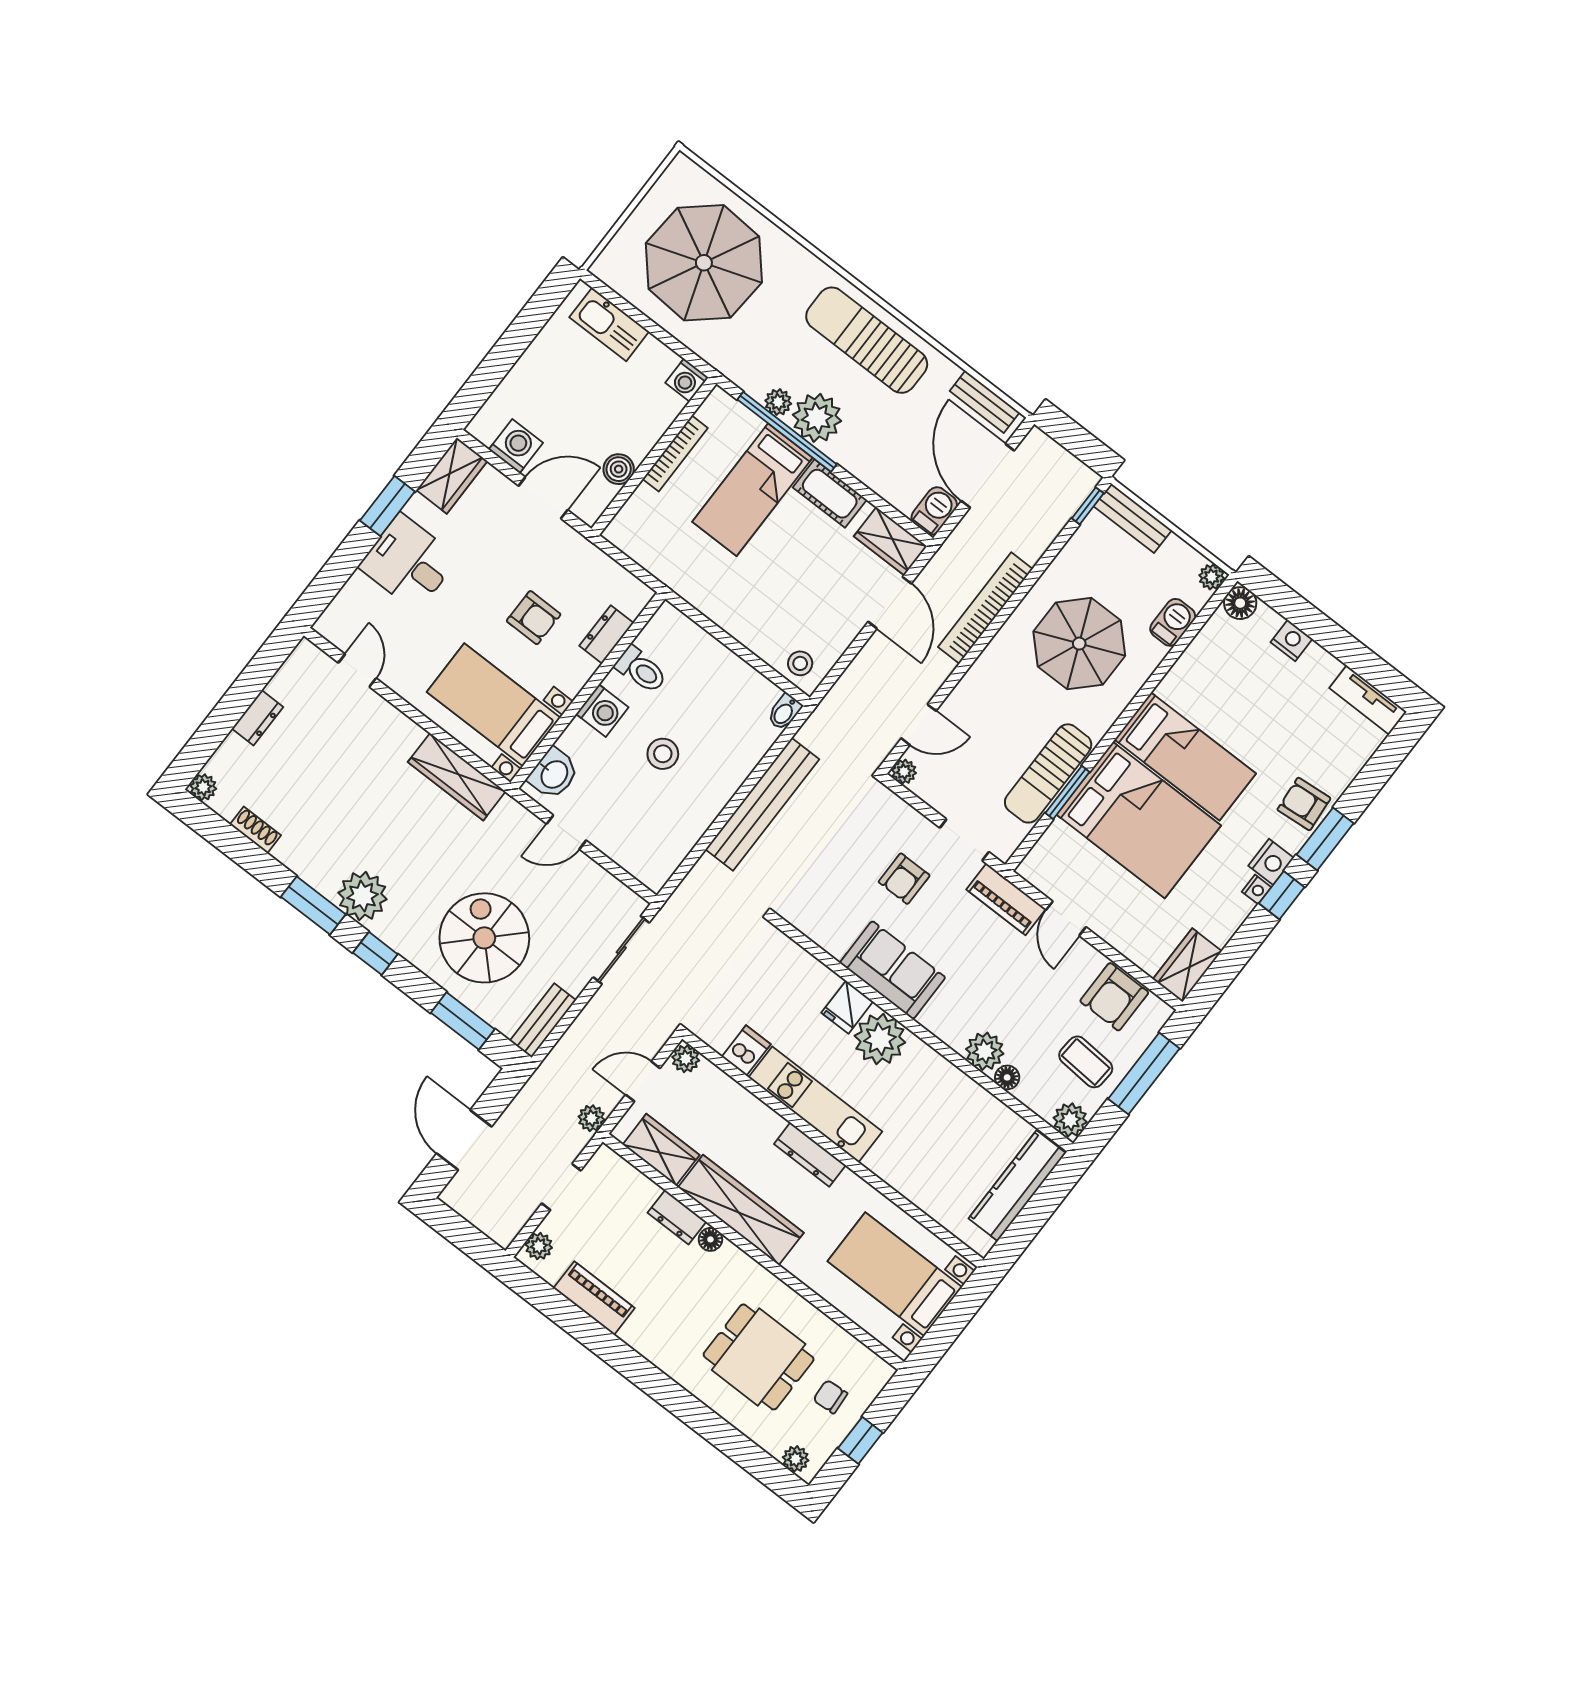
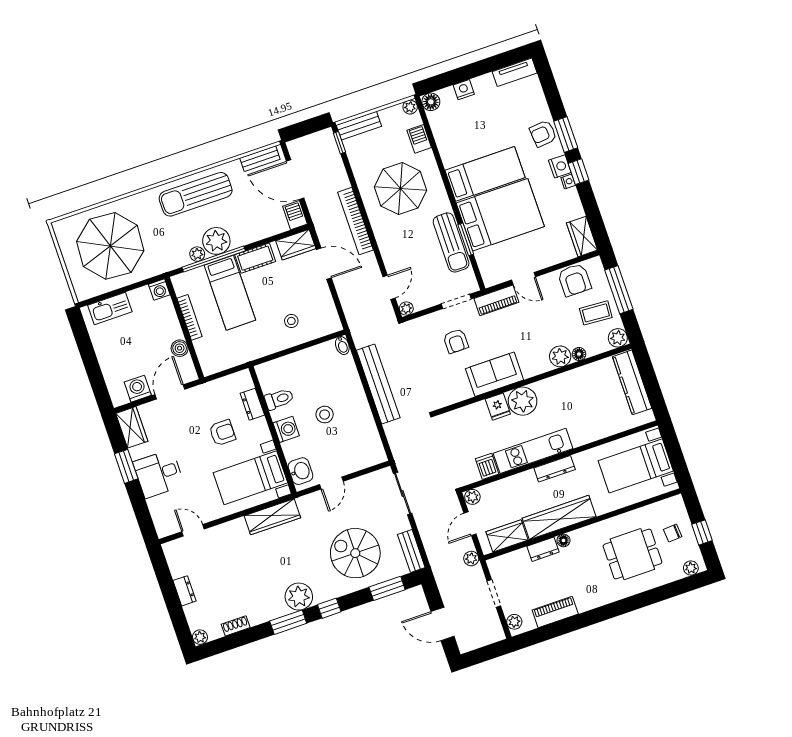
stool: (800, 663) -> (291, 321), moved

